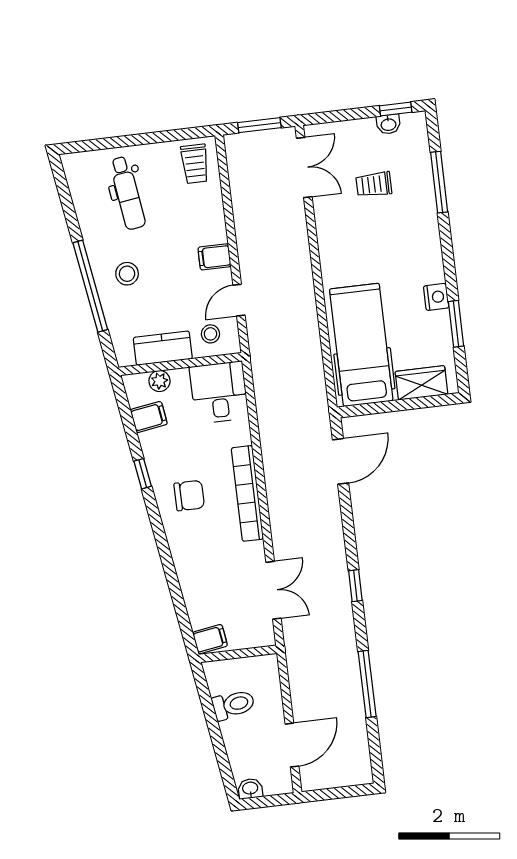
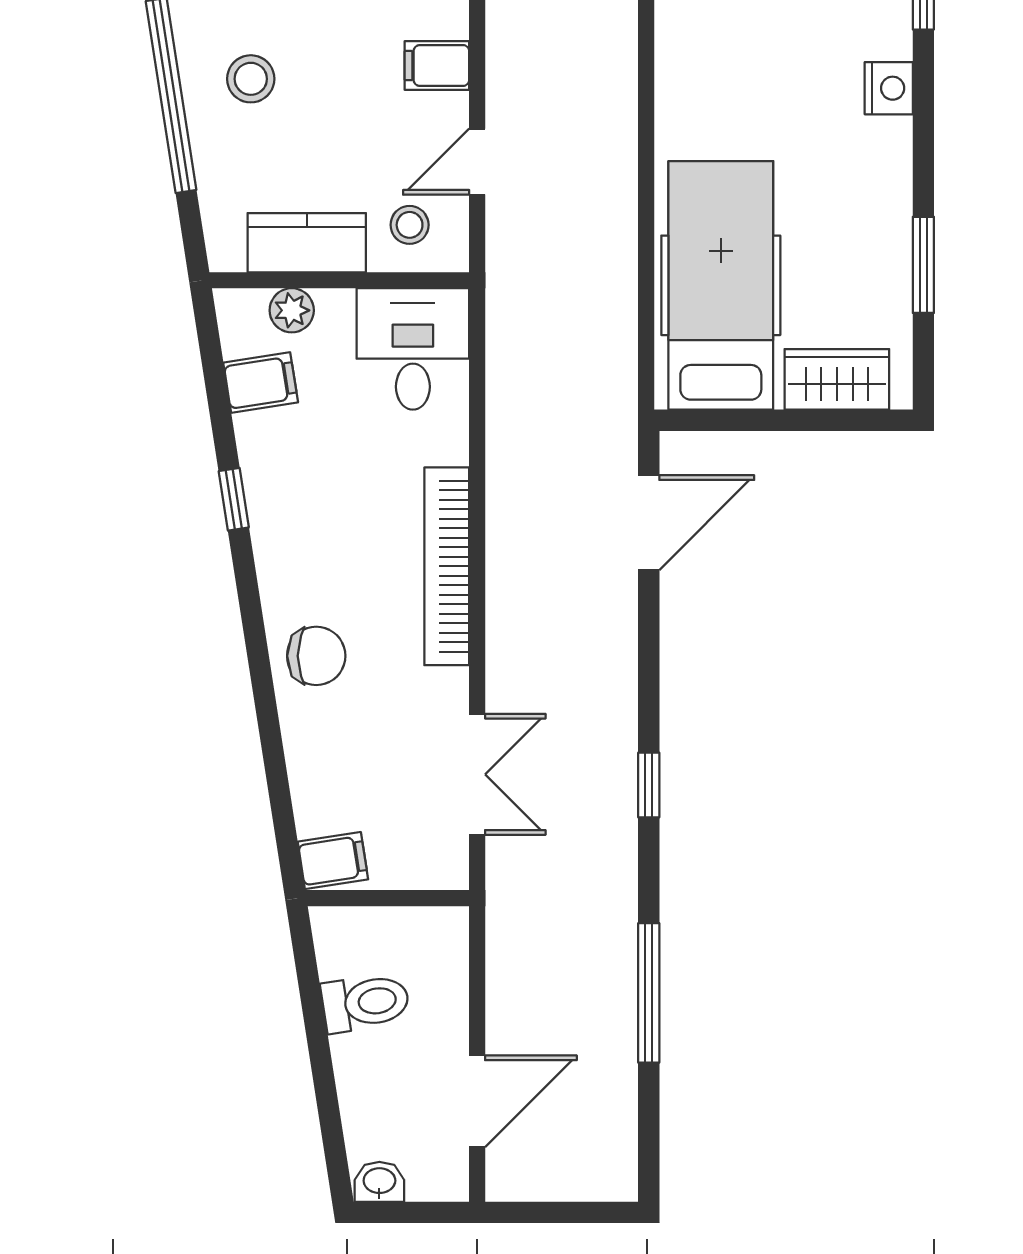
nightstand: (436, 297) -> (889, 88), moved
chair: (189, 496) -> (316, 656), moved

